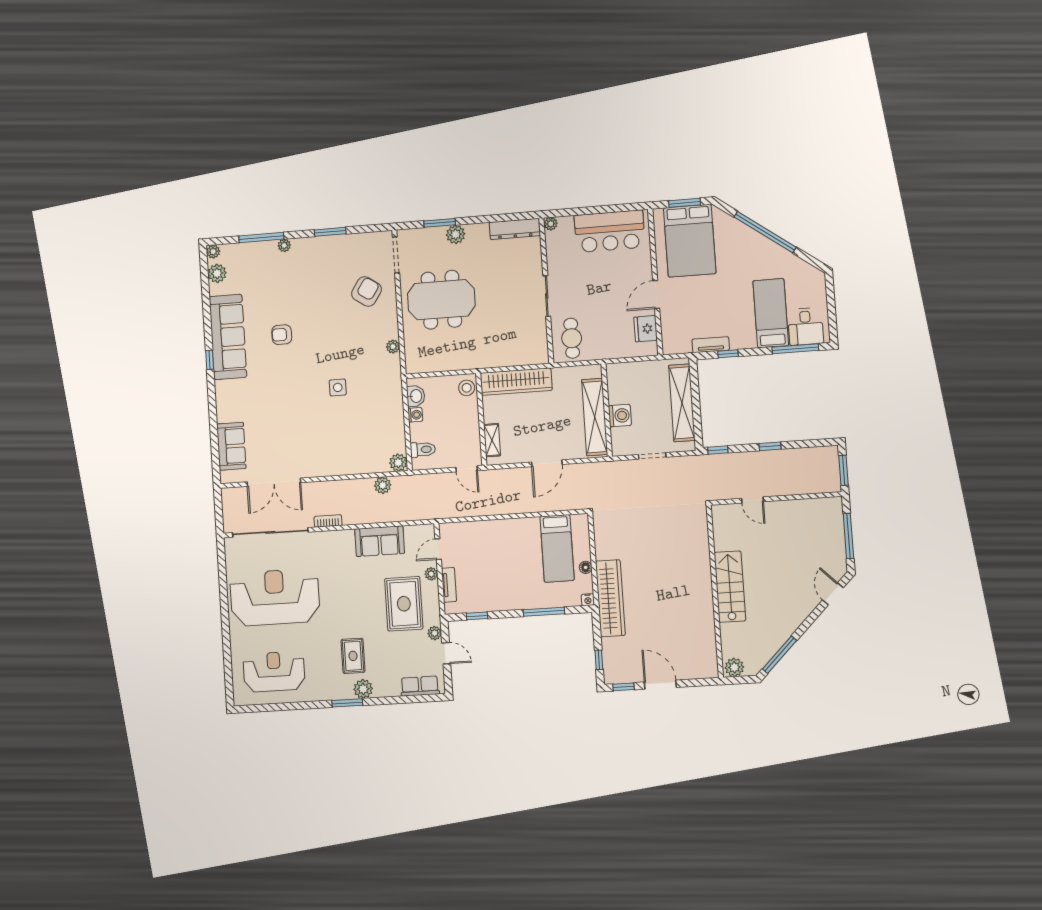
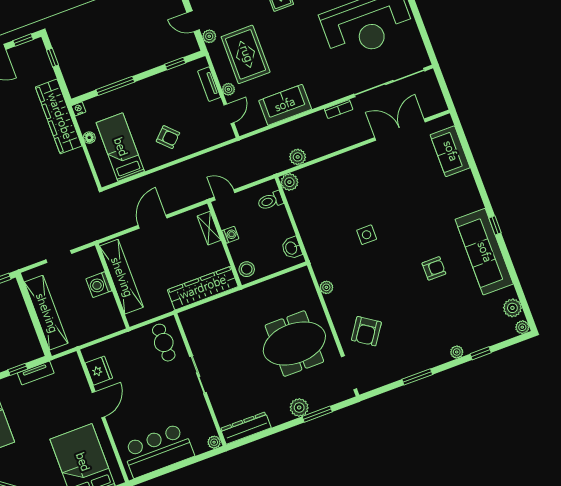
window: (261, 237) -> (481, 353), width x0.46
washing machine: (415, 415) -> (230, 235), moved, turned 180
armchair: (506, 544) -> (168, 137), added

